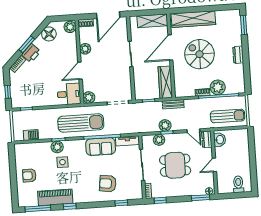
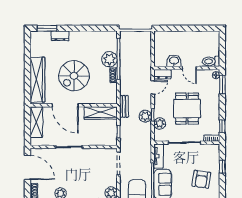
dresser: (238, 55) -> (60, 36), moved
sun lounger: (228, 116) -> (140, 51), removed
washbasin: (220, 140) -> (174, 61), moved
toilet: (238, 184) -> (211, 61), moved

